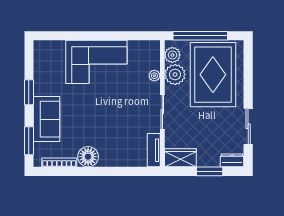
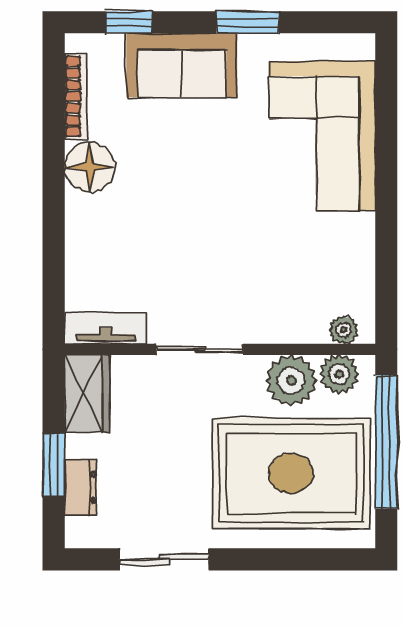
corner sofa: (96, 62) -> (322, 136), moved
plant: (154, 76) -> (344, 330), moved
window: (29, 141) -> (129, 22), width x0.67
dresser: (232, 160) -> (81, 487), moved

